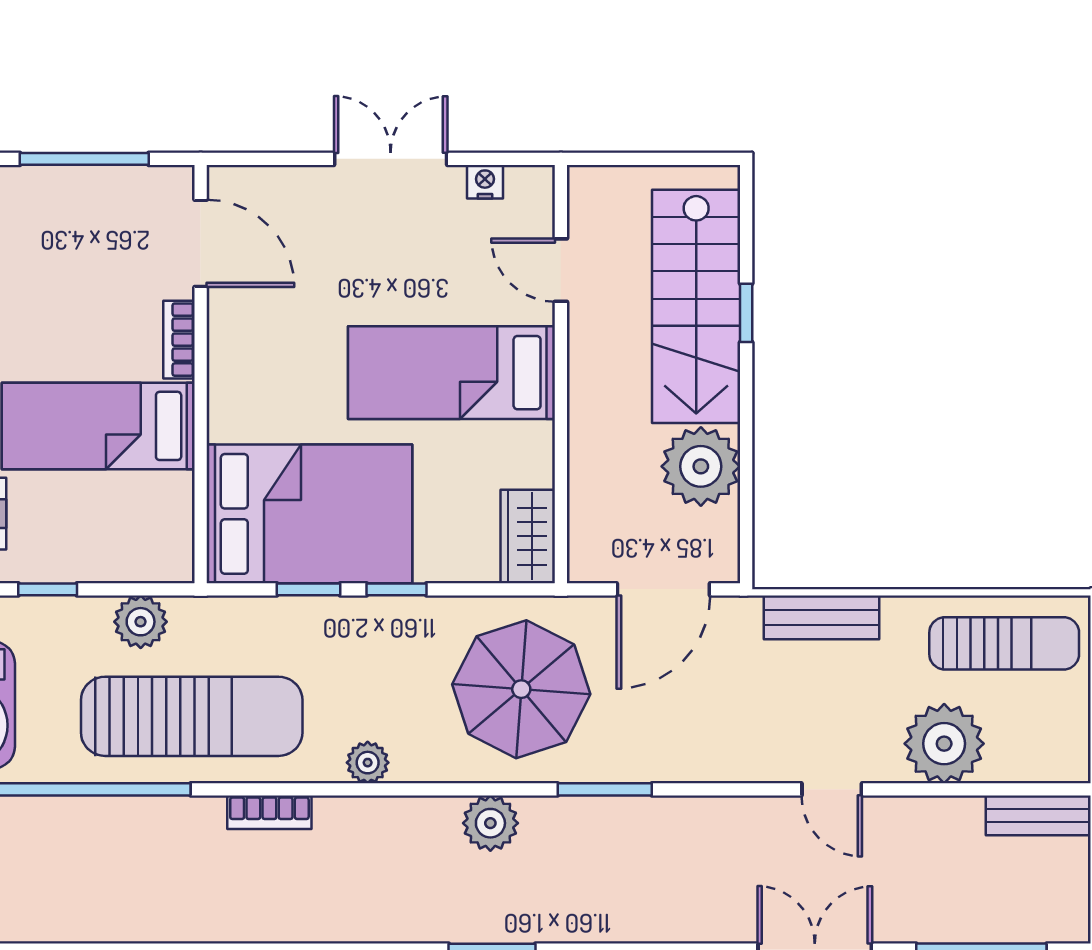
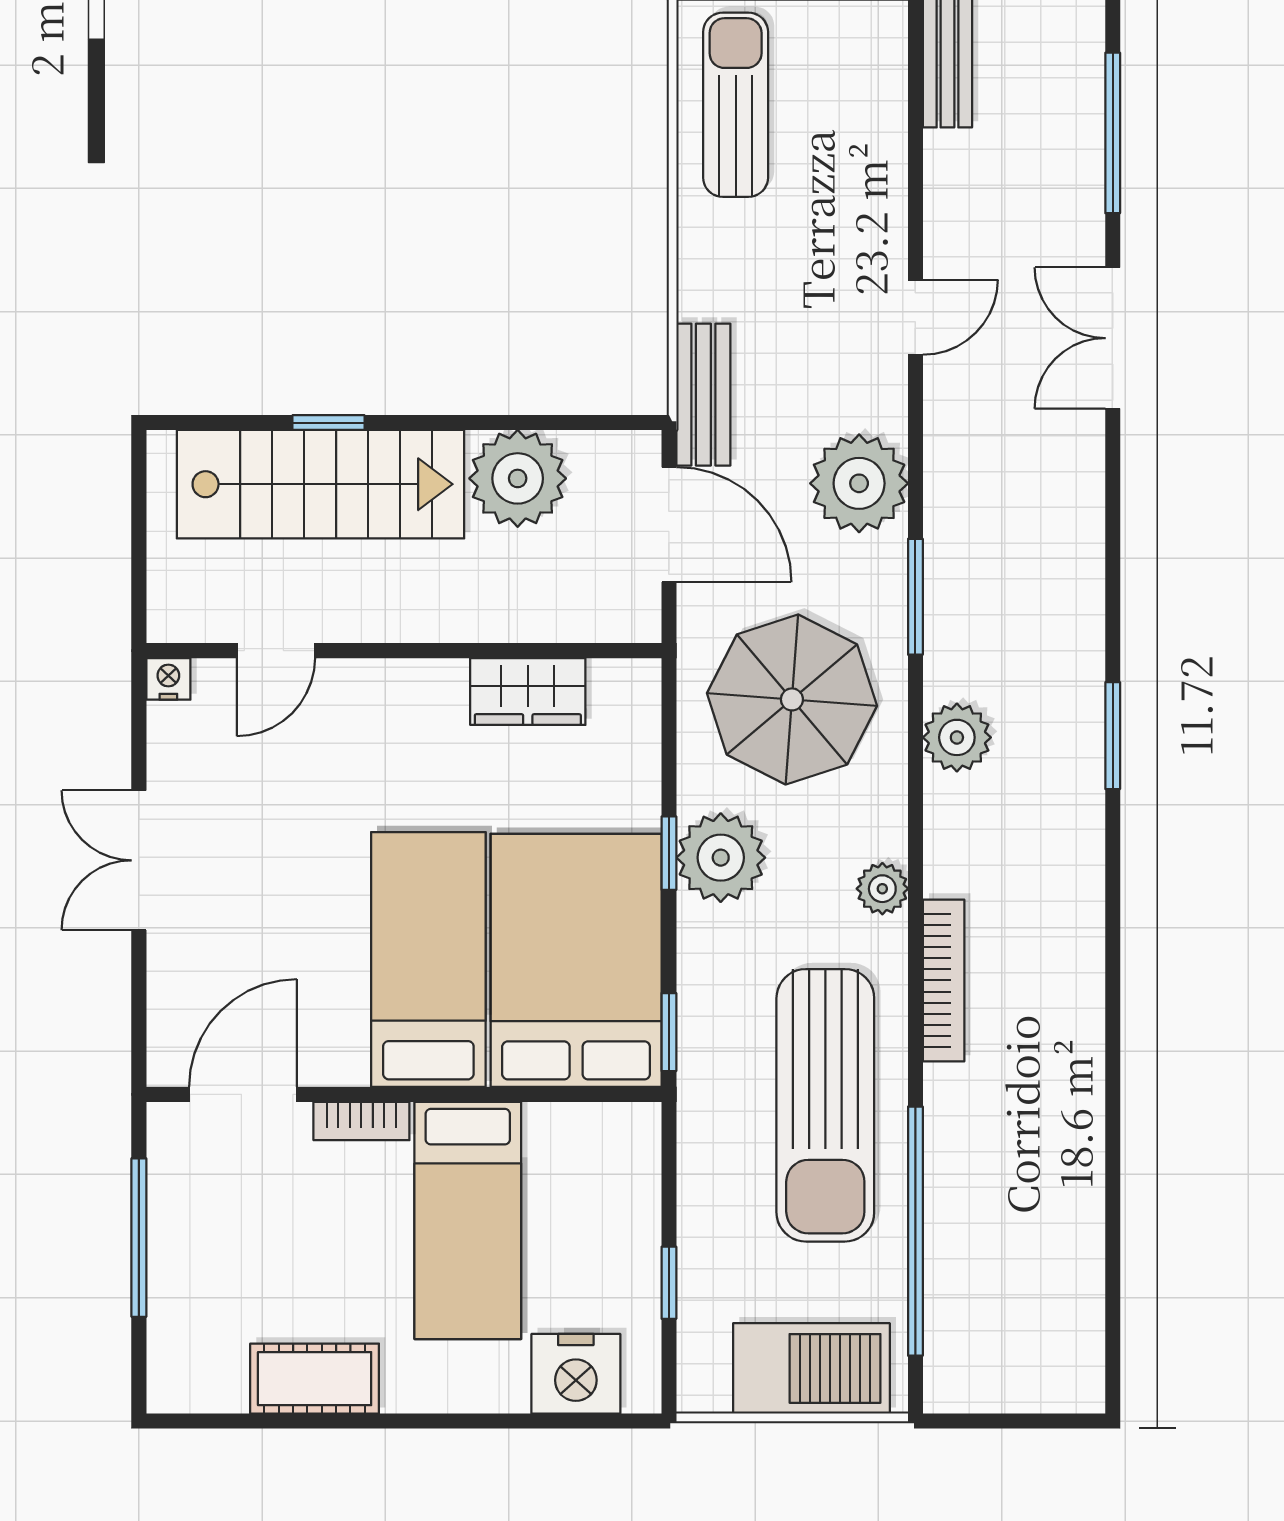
nightstand: (485, 182) -> (168, 679), moved, turned 90
bed: (451, 373) -> (428, 960), moved, turned 180
wardrobe: (528, 536) -> (528, 691), moved
window: (309, 589) -> (669, 1032), moved
bench: (821, 617) -> (703, 395), moved
plant: (141, 622) -> (721, 858), moved, width x1.36, depth x1.36
sun lounger: (192, 716) -> (825, 1105), turned 180
plant: (944, 744) -> (859, 483), moved
bookcase: (269, 812) -> (944, 980), width x1.56

